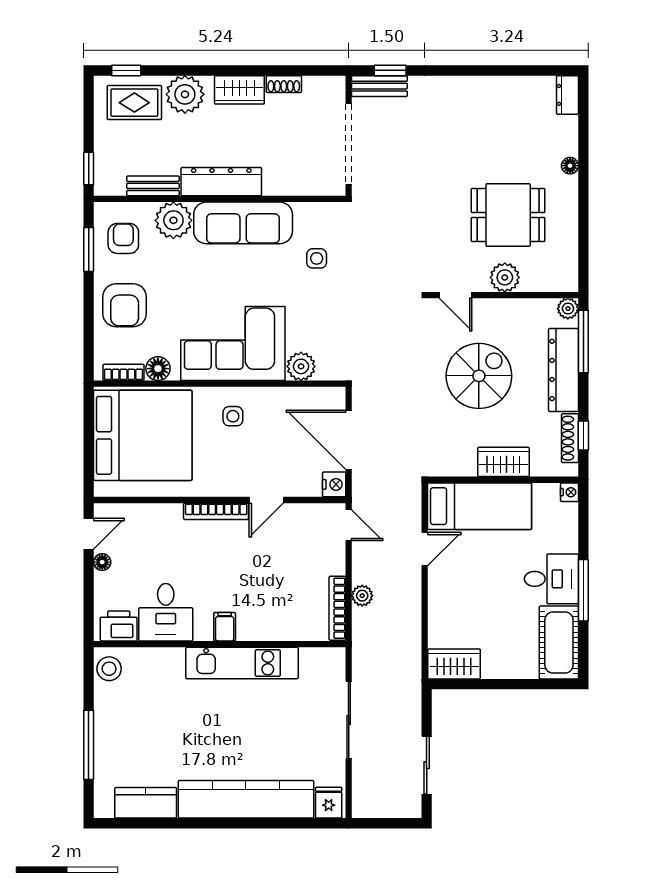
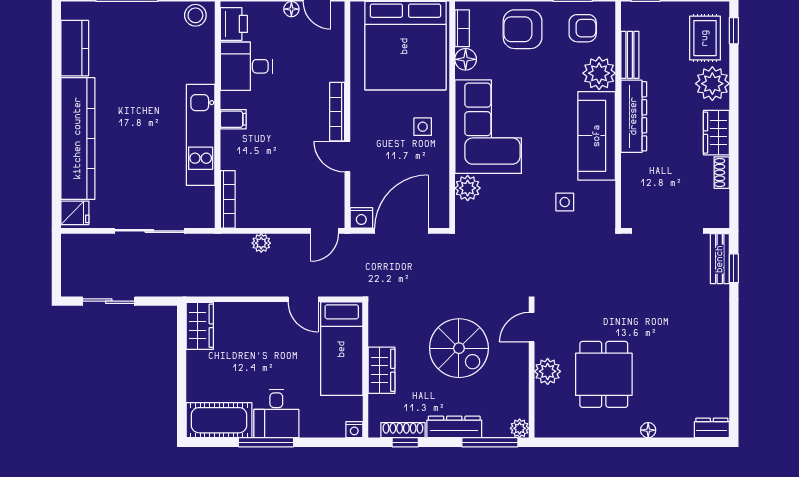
dresser: (564, 370) -> (454, 427), width x0.73, depth x0.80
bookcase: (337, 608) -> (228, 199), moved, turned 90

